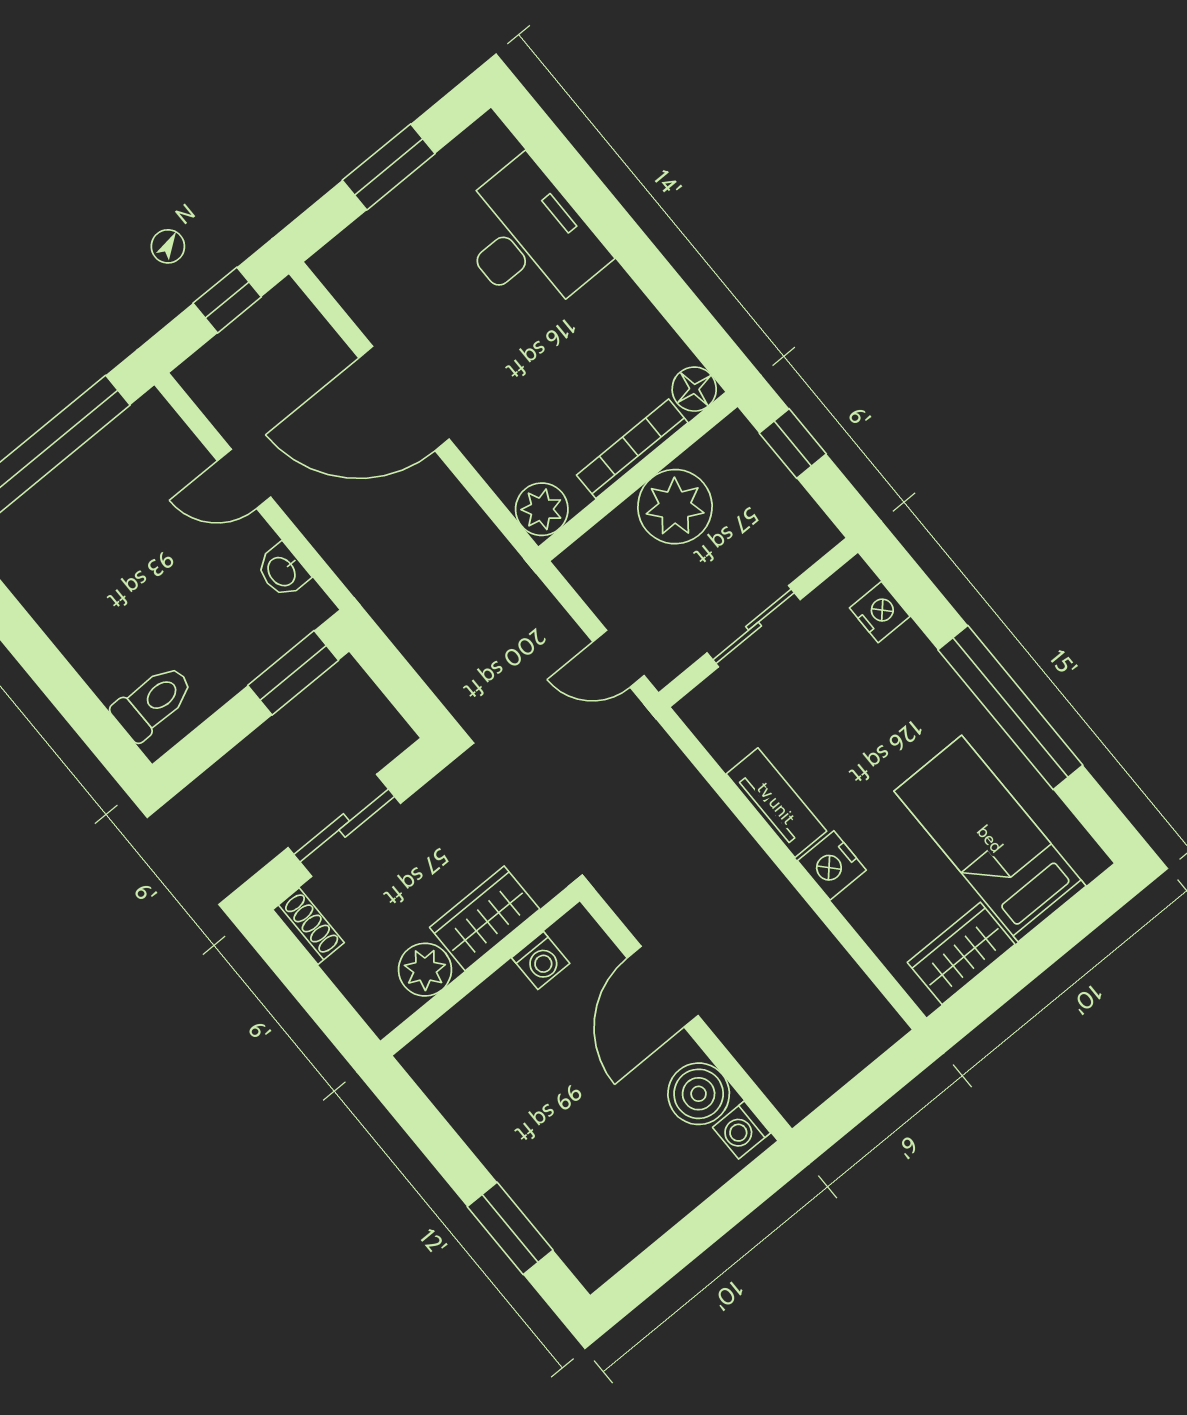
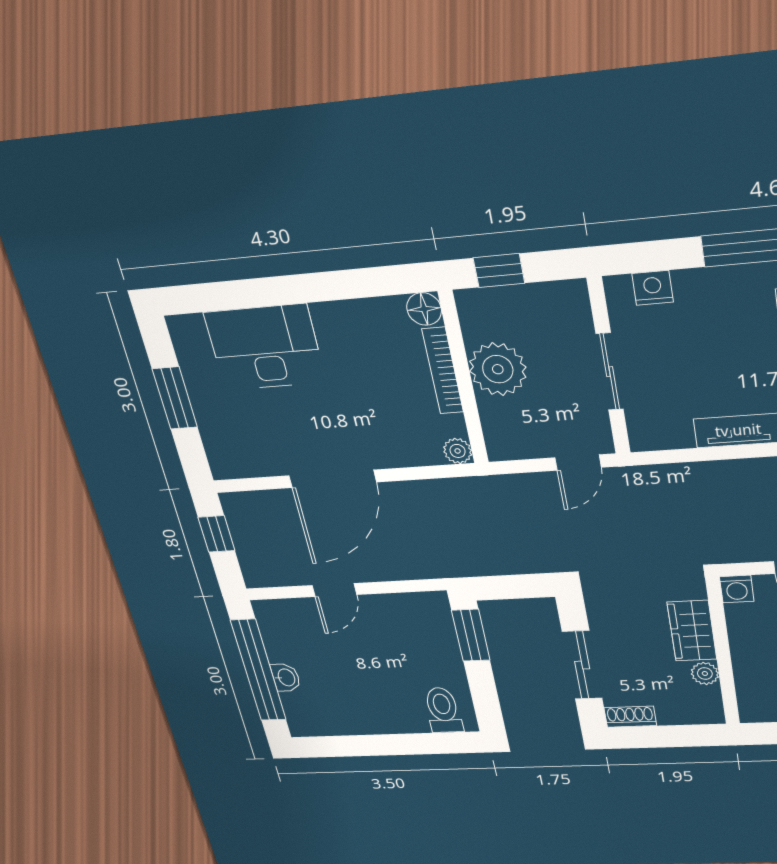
plant: (542, 509) -> (458, 451), width x0.73, depth x0.73
washbasin: (282, 571) -> (286, 677), moved, turned -90
washing machine: (541, 961) -> (737, 589), moved, turned 90
plant: (425, 970) -> (705, 673), width x0.73, depth x0.73

